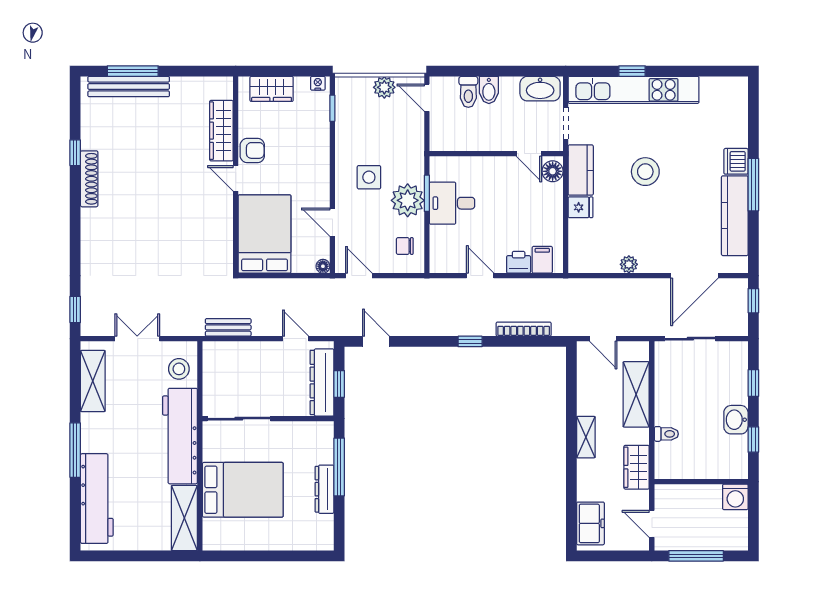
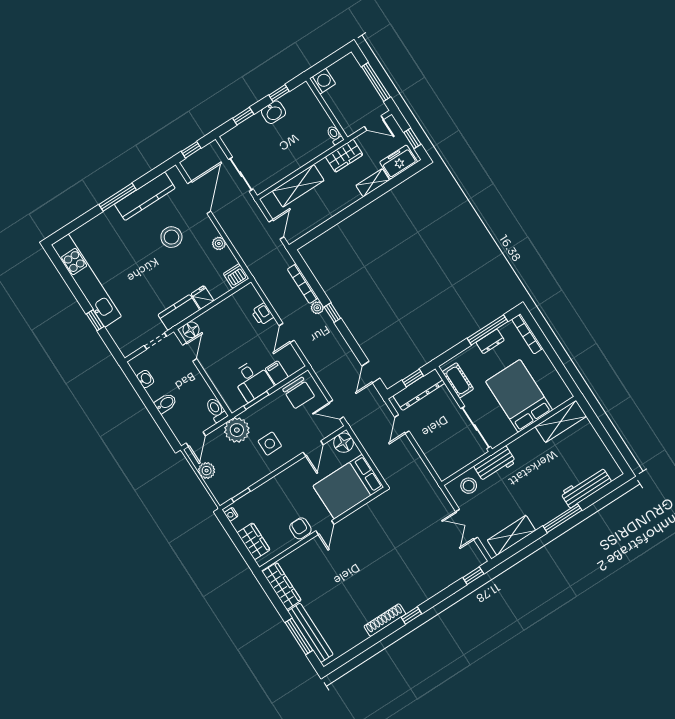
washbasin: (540, 89) -> (145, 379), width x0.52, depth x0.69
kitchen unit: (634, 90) -> (86, 281), moved
toilet: (468, 92) -> (216, 410), moved, turned -90
wardrobe: (221, 131) -> (282, 586), moved, turned -90
window: (75, 153) -> (411, 616), moved
dishwasher: (736, 161) -> (236, 276), moved, turned 180
stool: (645, 172) -> (171, 237), moved
plant: (408, 200) -> (237, 430), moved
chair: (405, 246) -> (299, 393), width x1.87, depth x1.87
filing cabinet: (542, 260) -> (277, 373), moved, turned 90
floor lamp: (323, 266) -> (344, 443), width x1.89, depth x1.89
door: (359, 276) -> (336, 410), hinge flipped
door: (694, 276) -> (199, 197), hinge flipped
bench: (228, 327) -> (422, 471), removed
plant: (486, 328) -> (317, 308), added
cot: (304, 433) -> (458, 380), added
toilet: (666, 434) -> (335, 135), moved
workbench: (180, 436) -> (495, 464), width x0.53, depth x0.76
shelving: (586, 437) -> (373, 183), moved
window: (339, 467) -> (487, 330), moved
dresser: (325, 489) -> (490, 341), width x0.70
workbench: (97, 499) -> (586, 487), width x0.73, depth x0.76
door: (652, 524) -> (374, 123), hinge flipped
bookcase: (306, 543) -> (527, 334), added
window: (607, 556) -> (412, 138), added

